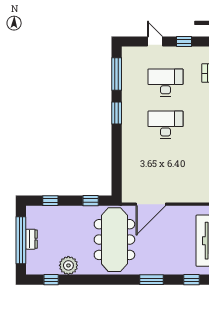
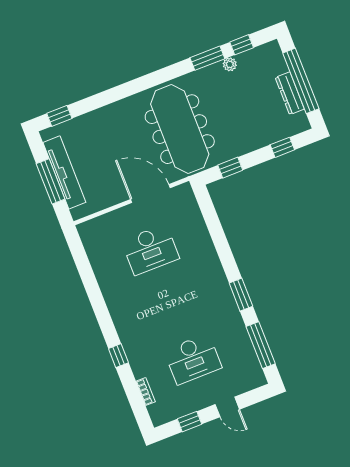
desk: (165, 125) -> (150, 250), moved
door: (151, 204) -> (150, 194), hinge flipped
dresser: (32, 239) -> (290, 93), width x1.44
plant: (68, 265) -> (230, 64), width x0.53, depth x0.53
window: (151, 280) -> (207, 58), moved

